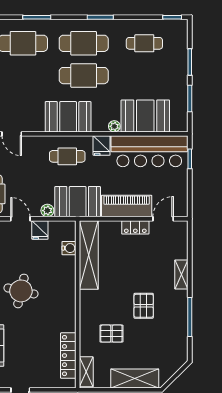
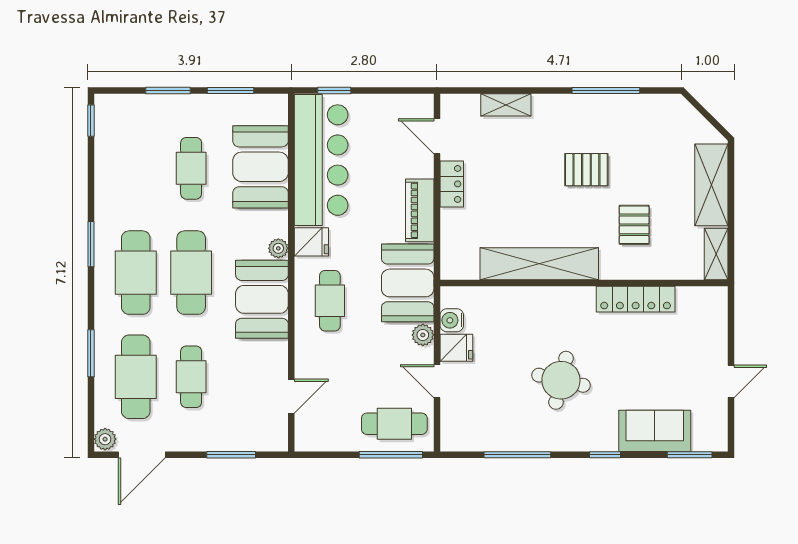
cafe table: (144, 43) -> (191, 168), moved
cafe table: (23, 76) -> (191, 377), added
plant: (114, 126) -> (278, 248), moved
piano: (127, 206) -> (420, 210), width x0.73, depth x0.75
door: (20, 219) -> (437, 381), hinge flipped
water cooler: (69, 248) -> (452, 320), moved, turned -90
shelving: (89, 255) -> (539, 264), moved
shelving: (181, 274) -> (506, 105), moved
locker: (68, 356) -> (636, 299), moved
shelving: (86, 372) -> (716, 254), moved, turned 90

